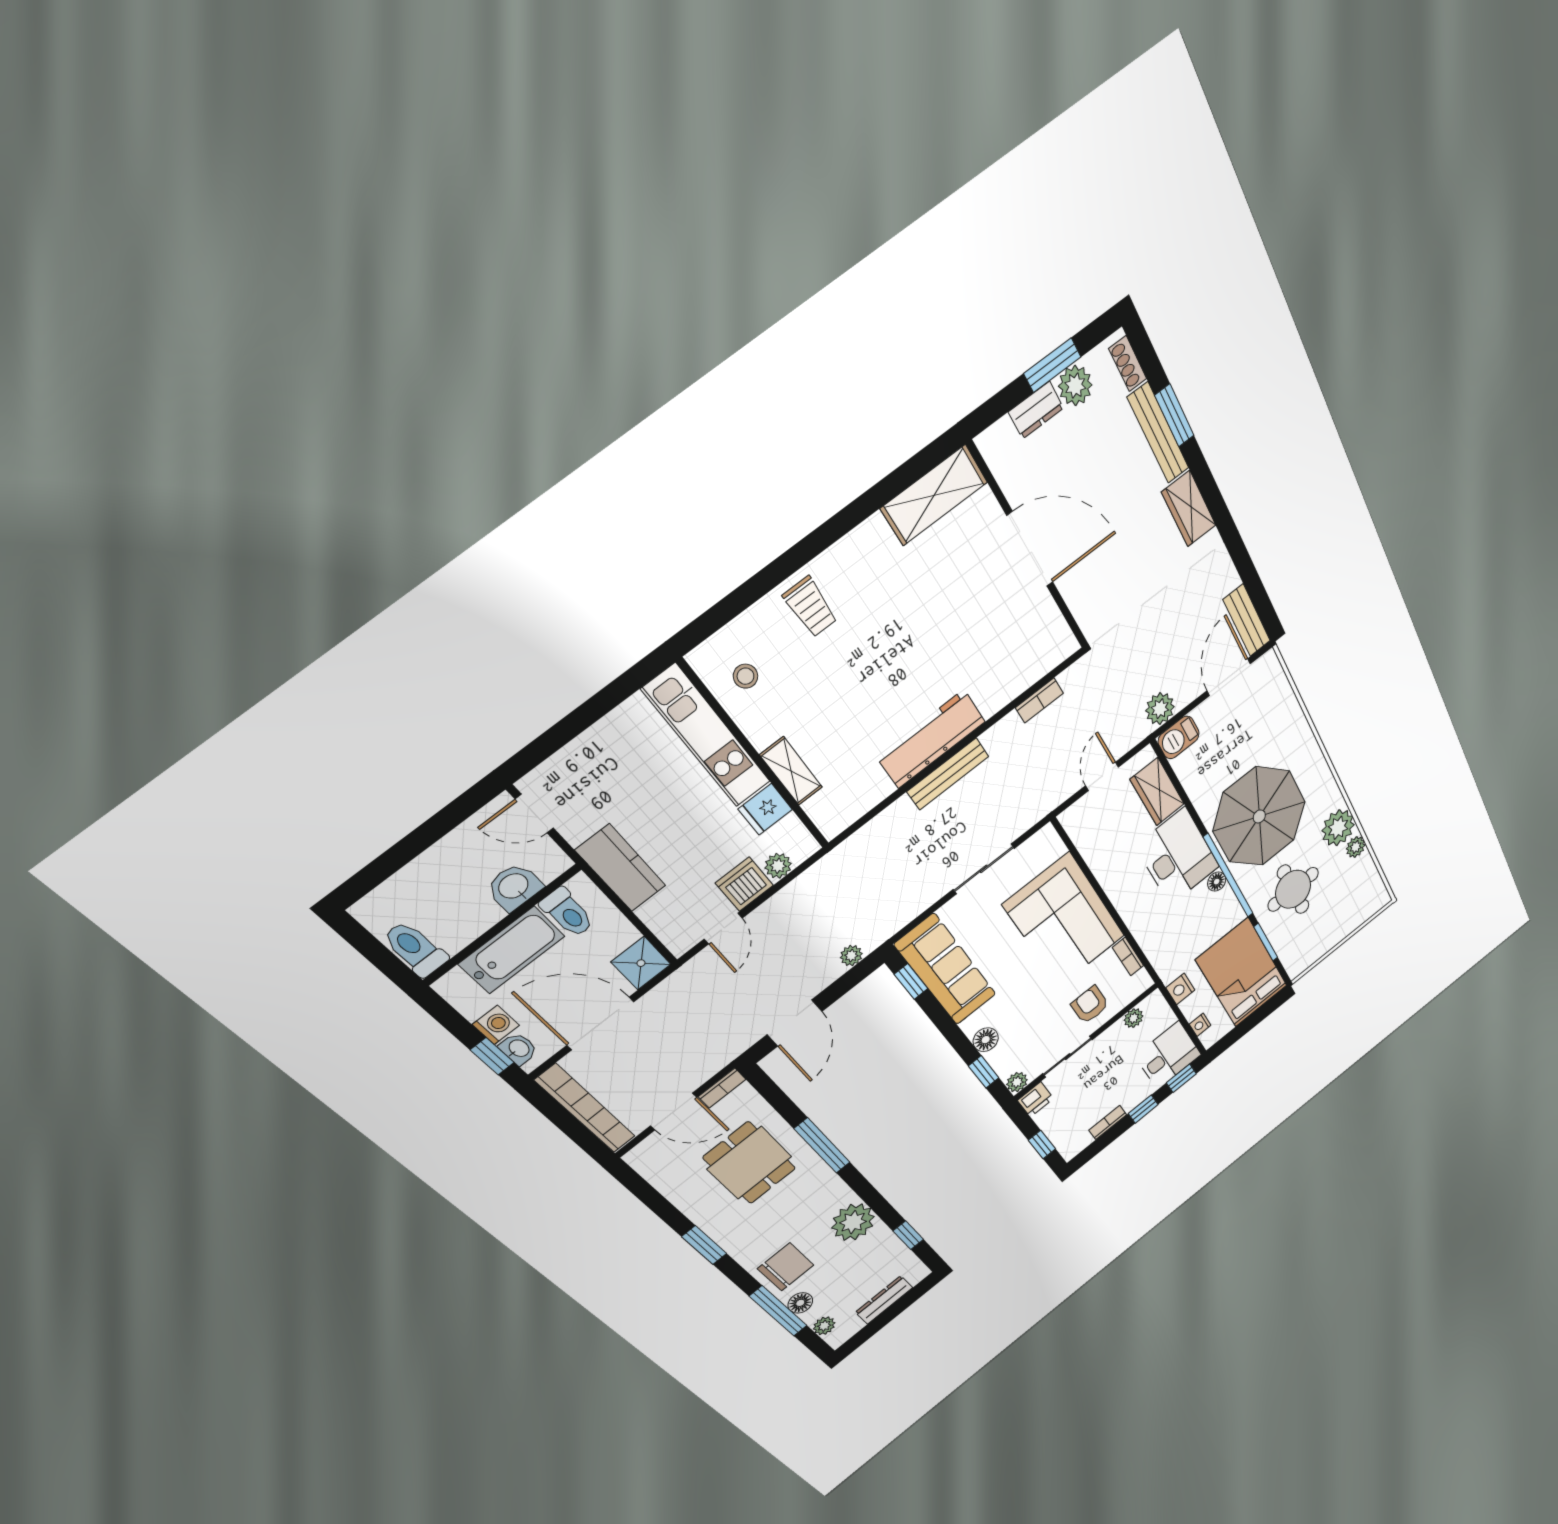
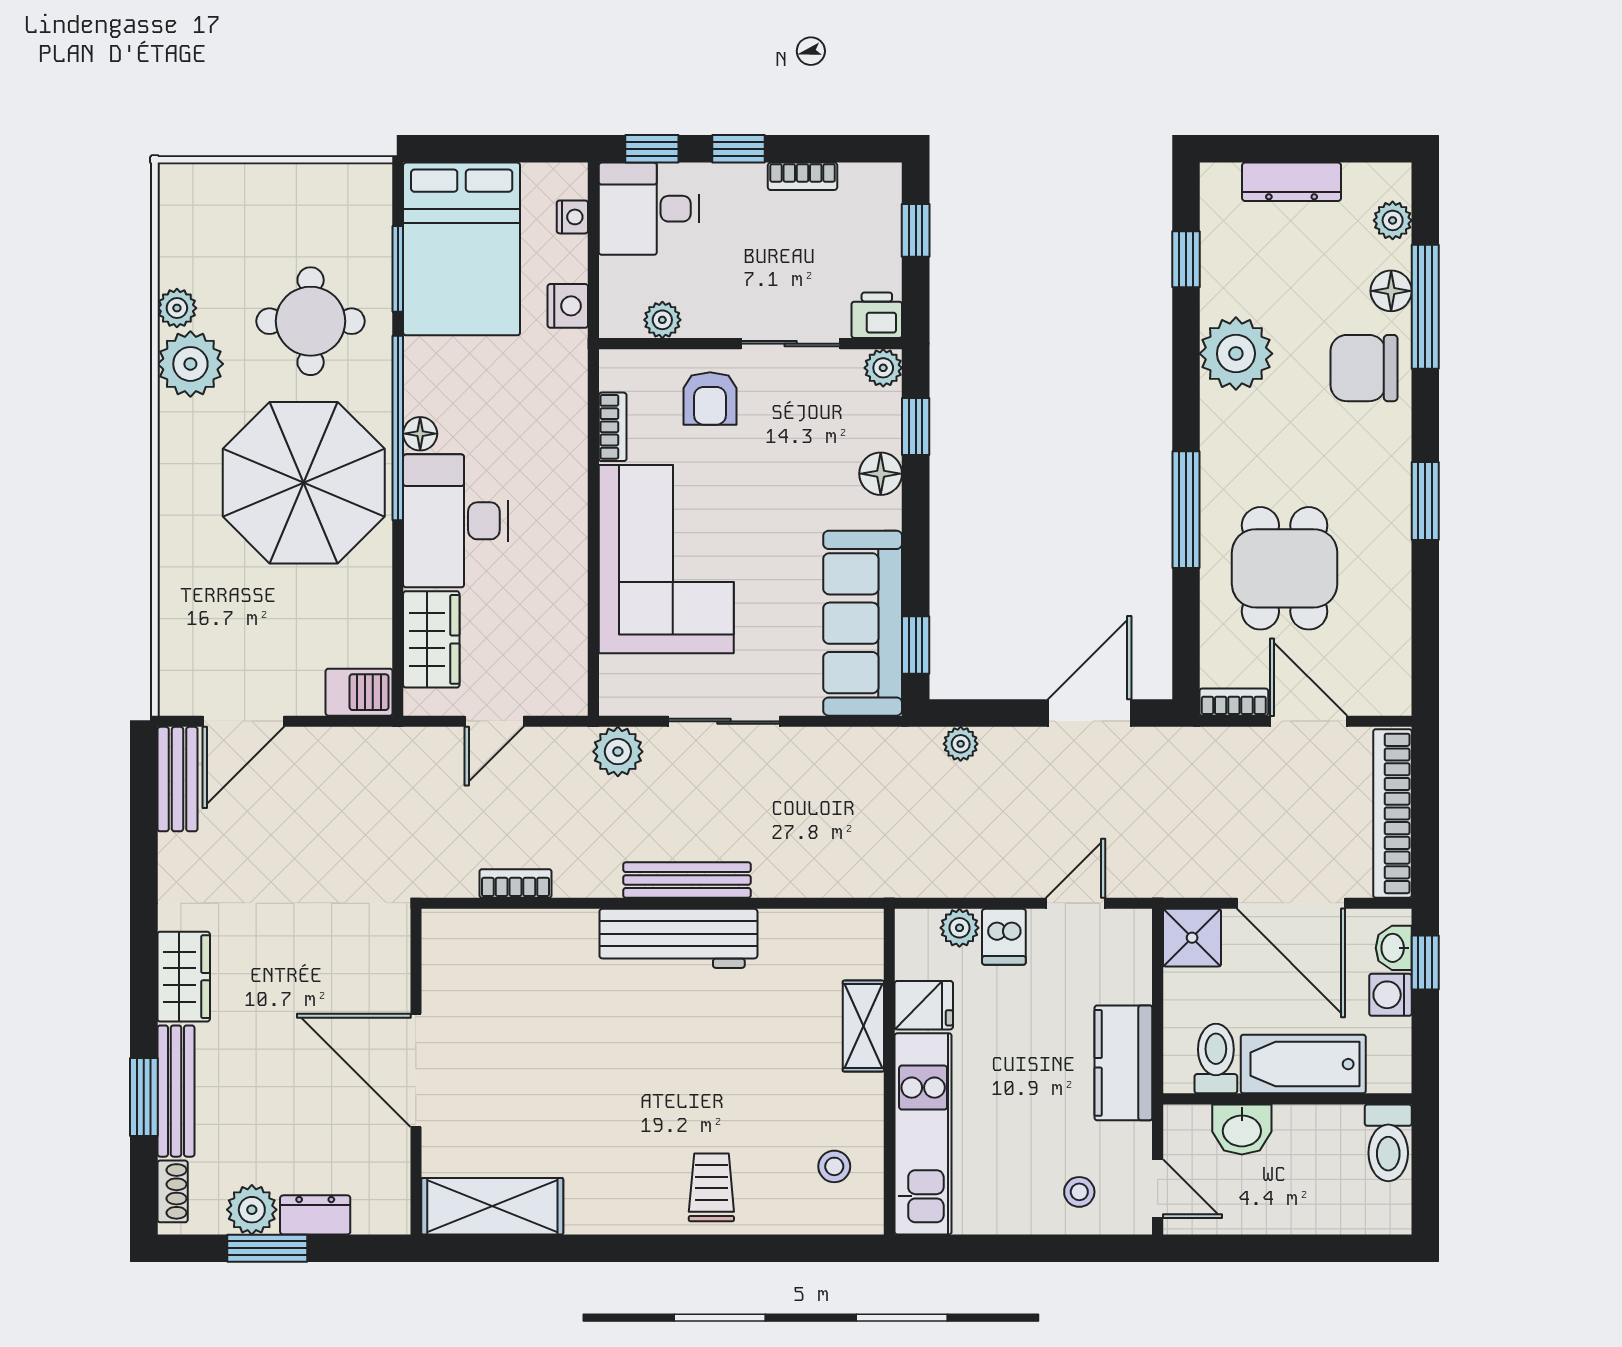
plant: (1160, 709) -> (618, 752), moved
stool: (582, 775) -> (1079, 1192), added
dishwasher: (744, 884) -> (1004, 937), width x0.73

